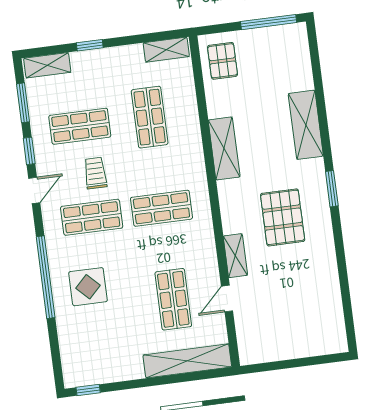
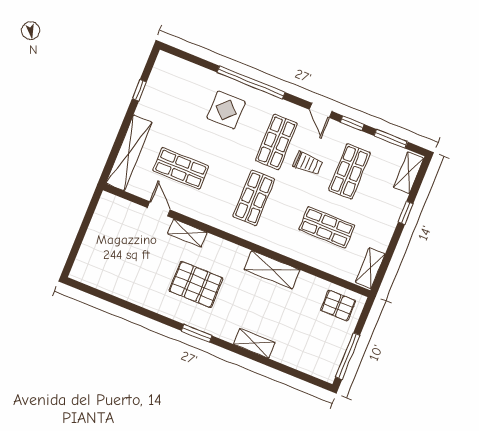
shelving: (306, 125) -> (254, 343), width x0.67, depth x0.75
window: (88, 390) -> (139, 90), moved

